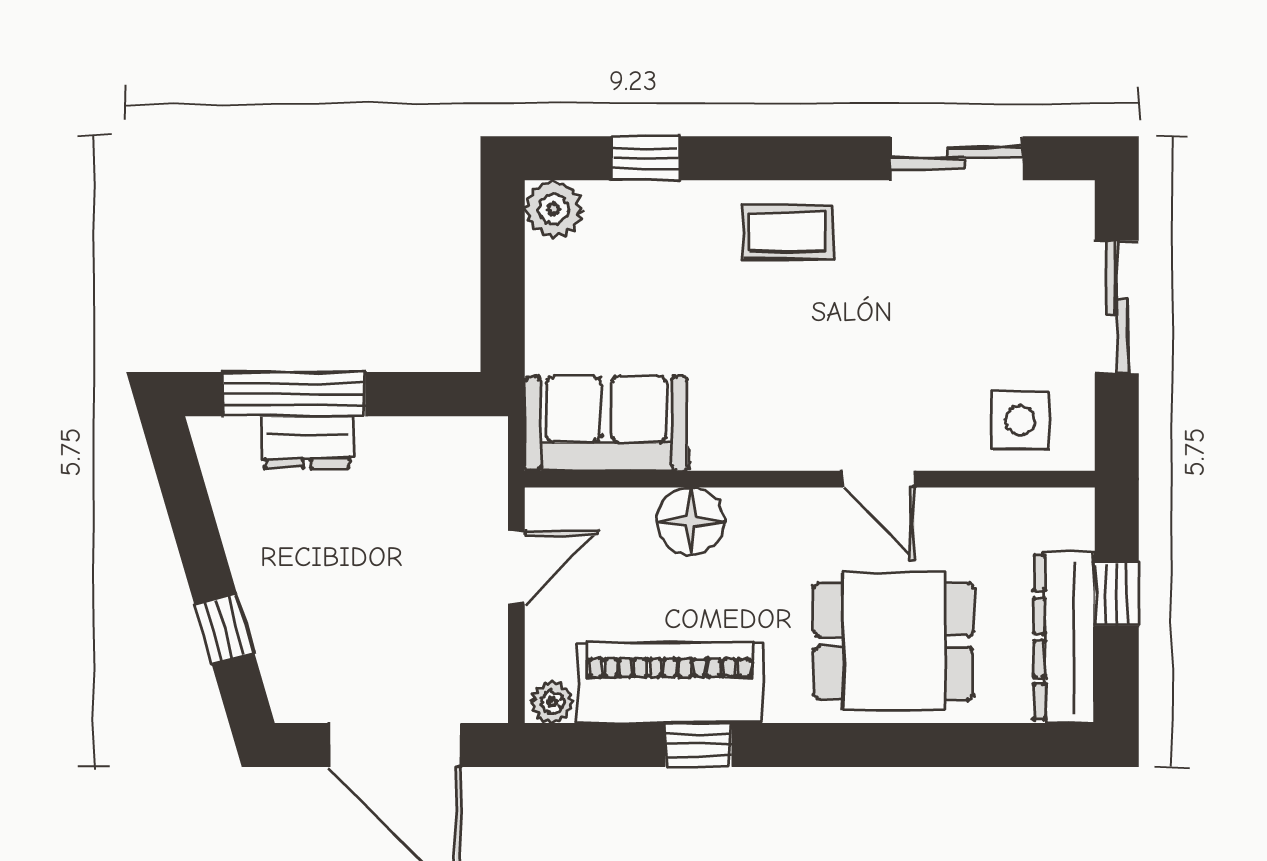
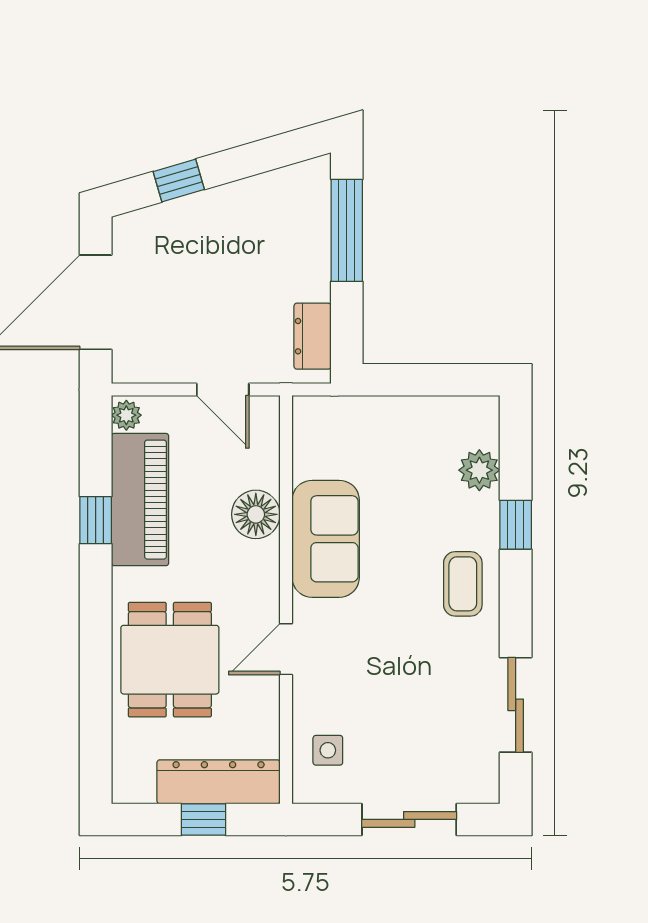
window: (646, 158) -> (516, 525), moved
plant: (553, 209) -> (479, 470), moved
side table: (1020, 421) -> (328, 750), width x0.73, depth x0.73
sofa: (606, 424) -> (326, 539), moved
dresser: (307, 442) -> (313, 336), moved
dresser: (1064, 637) -> (219, 782), moved

